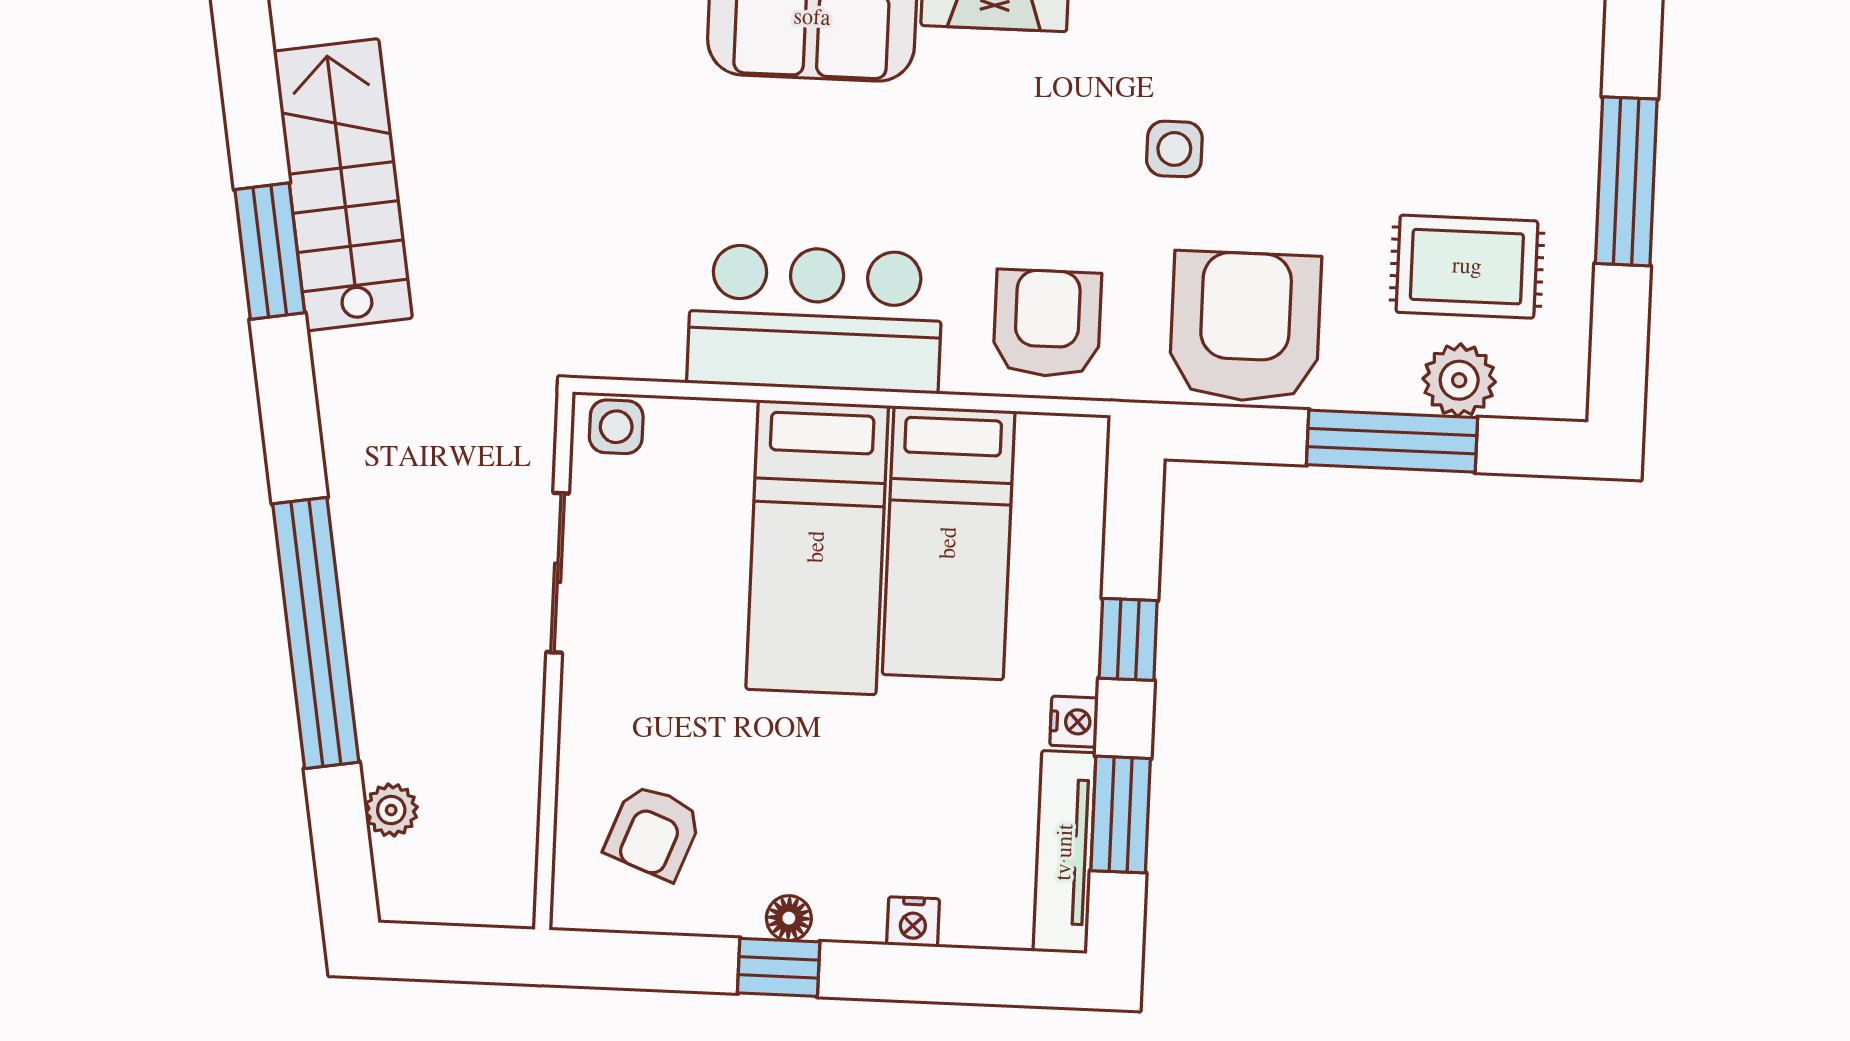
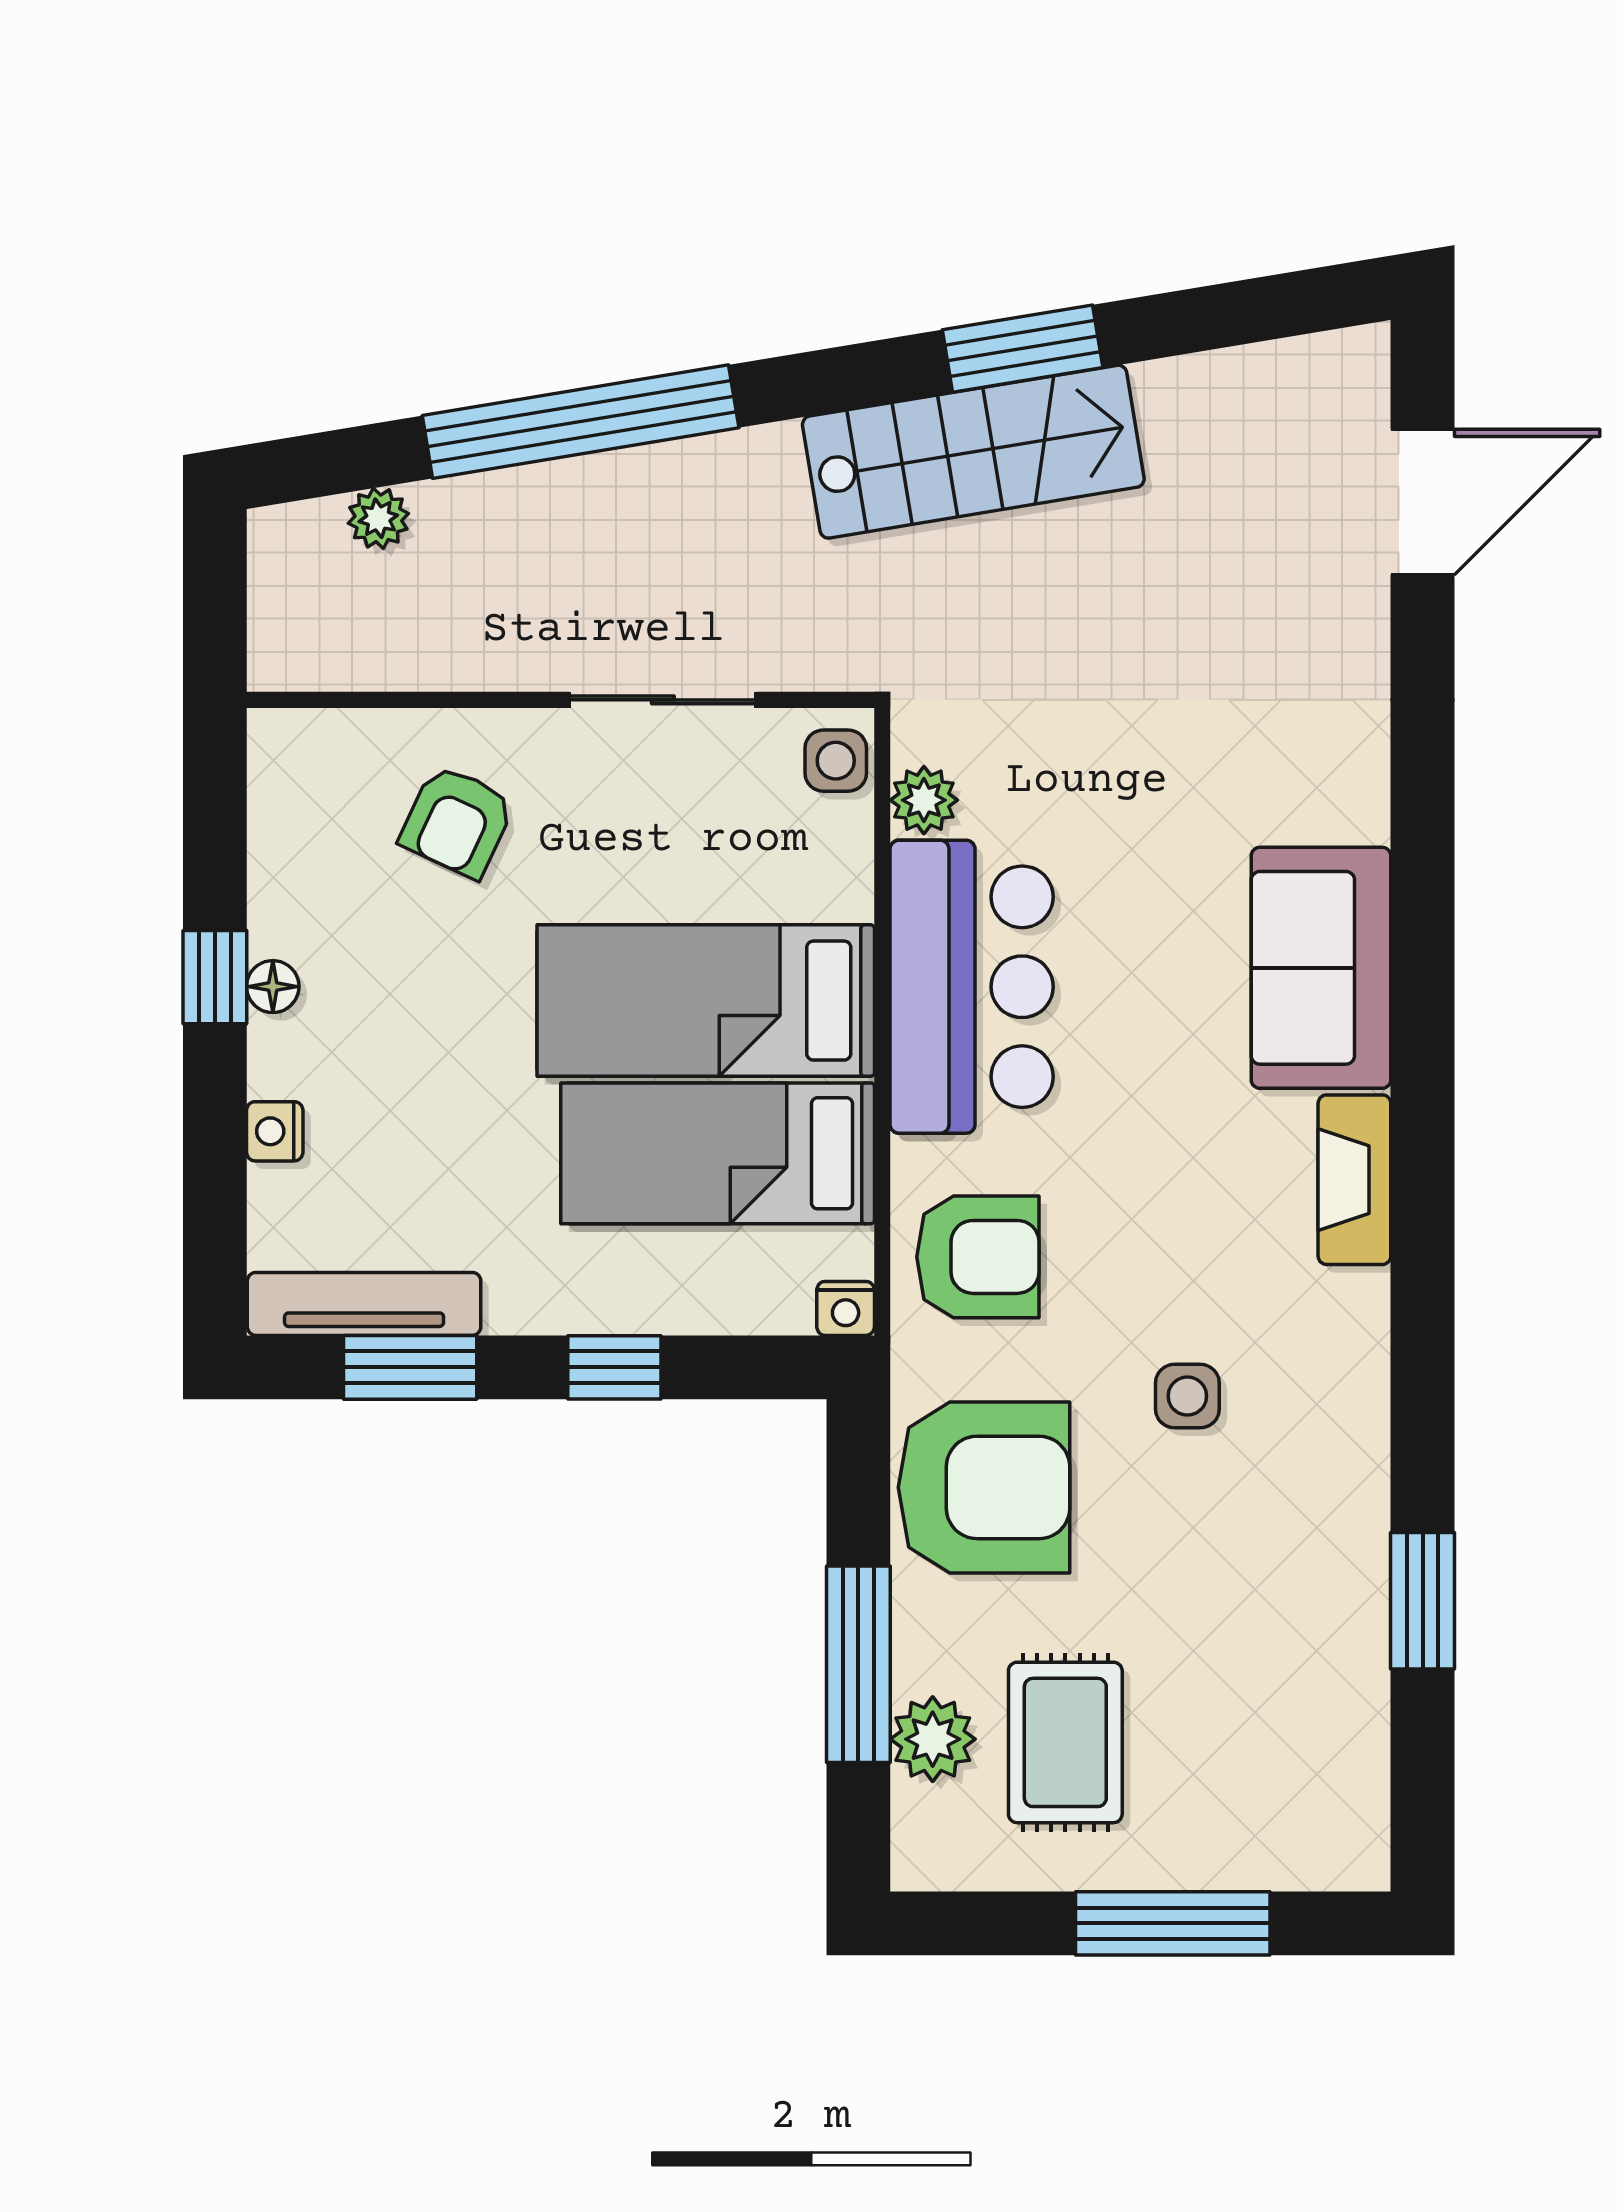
stairs: (343, 185) -> (973, 452), moved
plant: (653, 353) -> (924, 800), added
nightstand: (1074, 722) -> (846, 1308), moved
armchair: (653, 832) -> (457, 821), moved, turned -86

